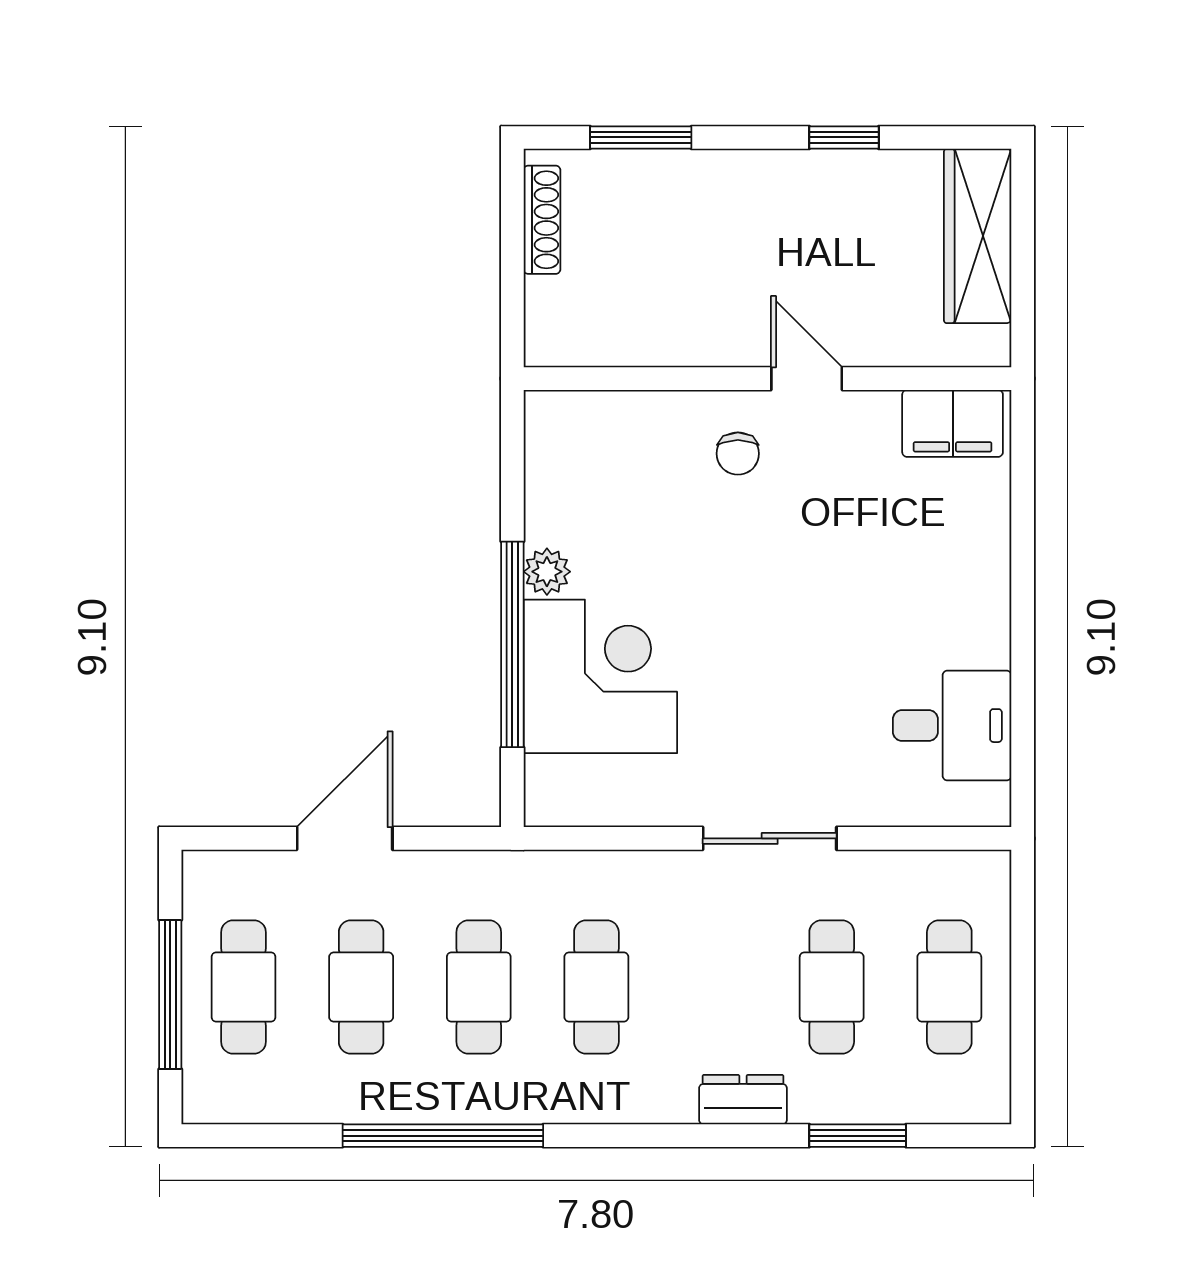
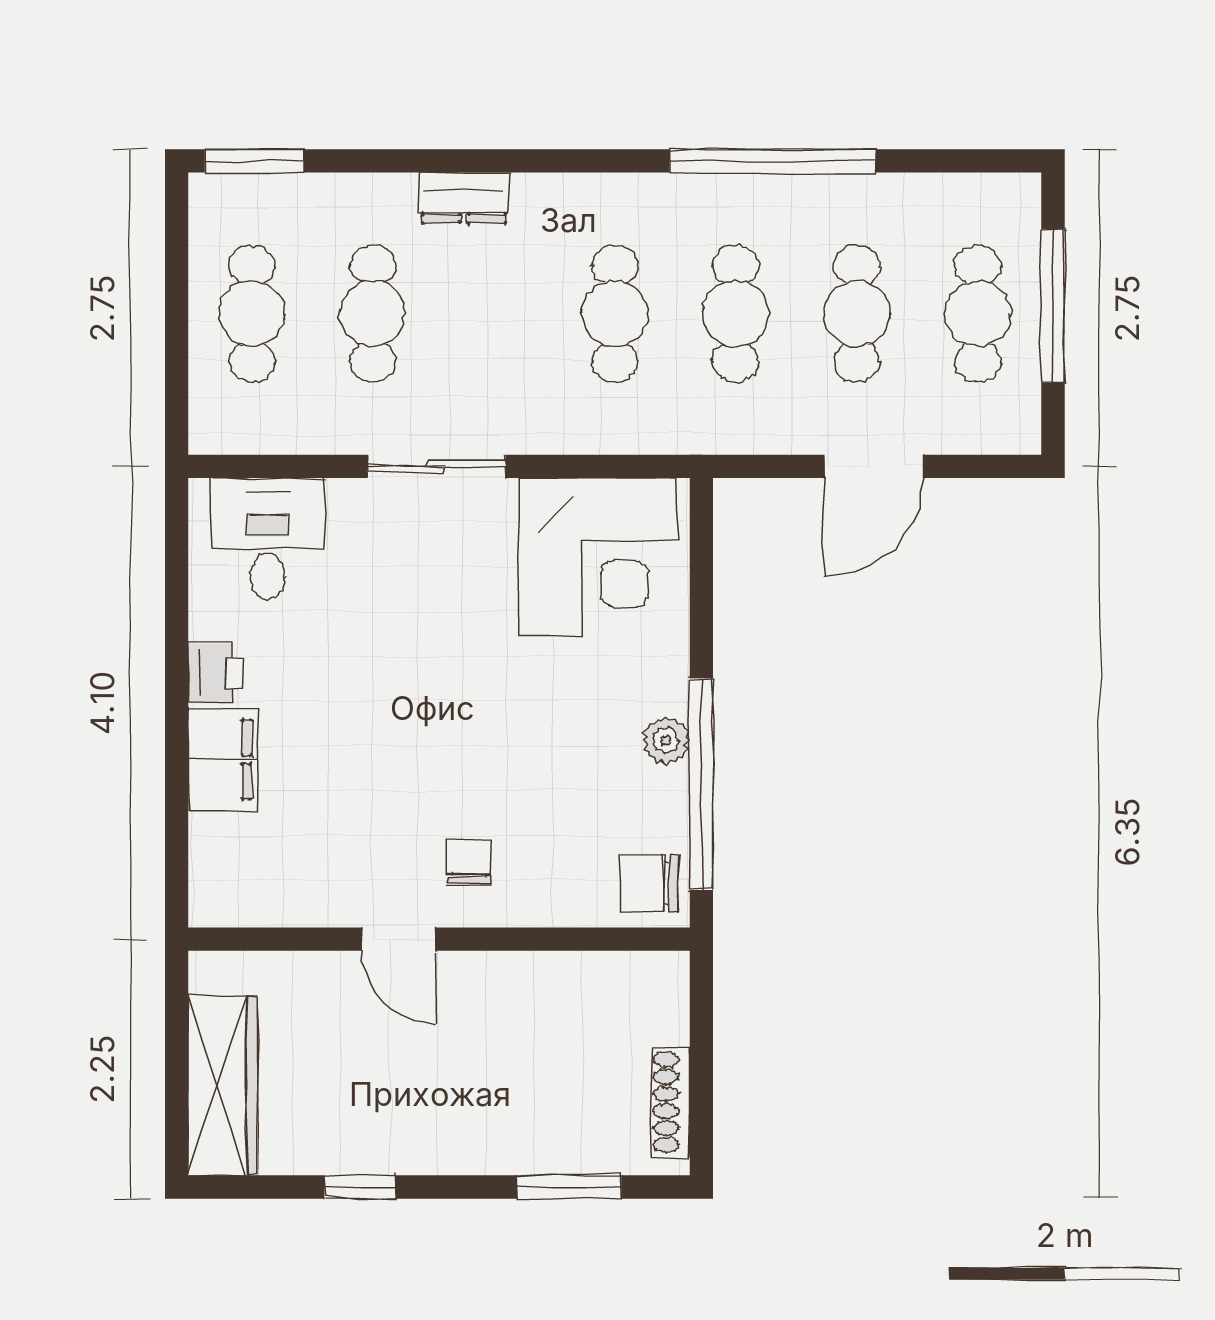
filing cabinet: (953, 423) -> (223, 760), moved, turned 90
chair: (563, 433) -> (649, 883), added
printer: (985, 637) -> (215, 673), added
window: (512, 644) -> (701, 784), moved
corner desk: (600, 676) -> (598, 557), moved, turned -90
desk: (952, 726) -> (267, 539), moved, turned 90
window: (858, 1136) -> (254, 161), moved

